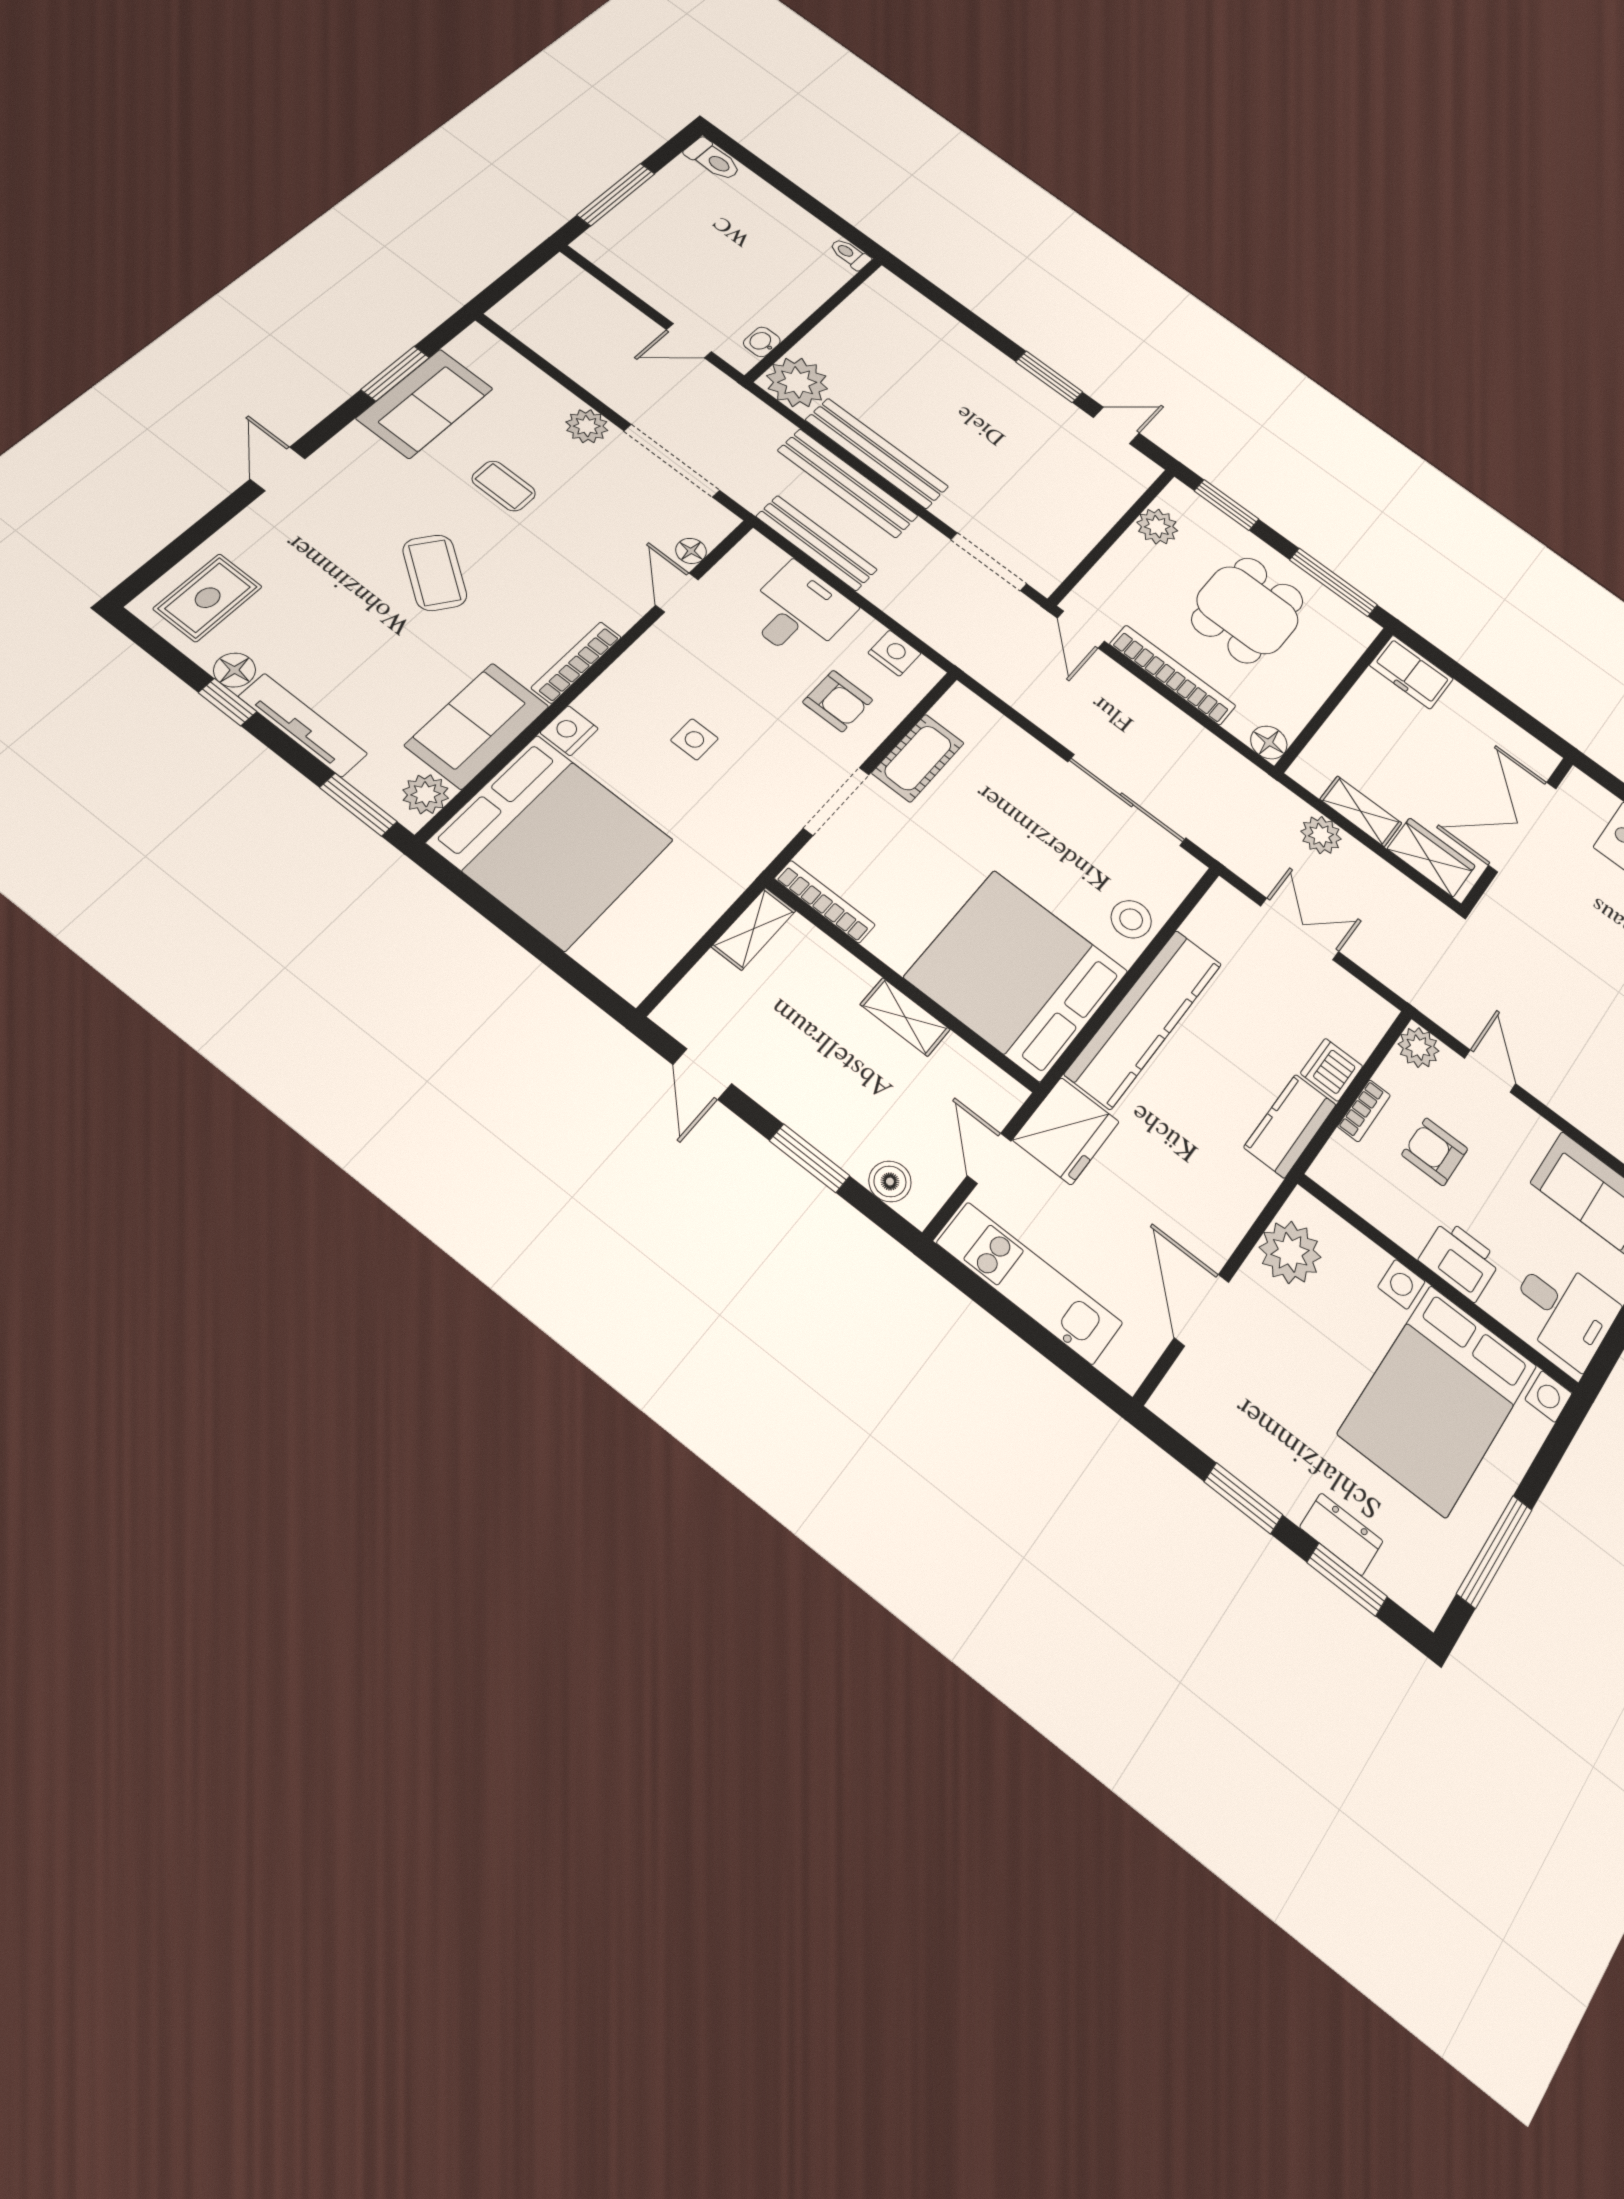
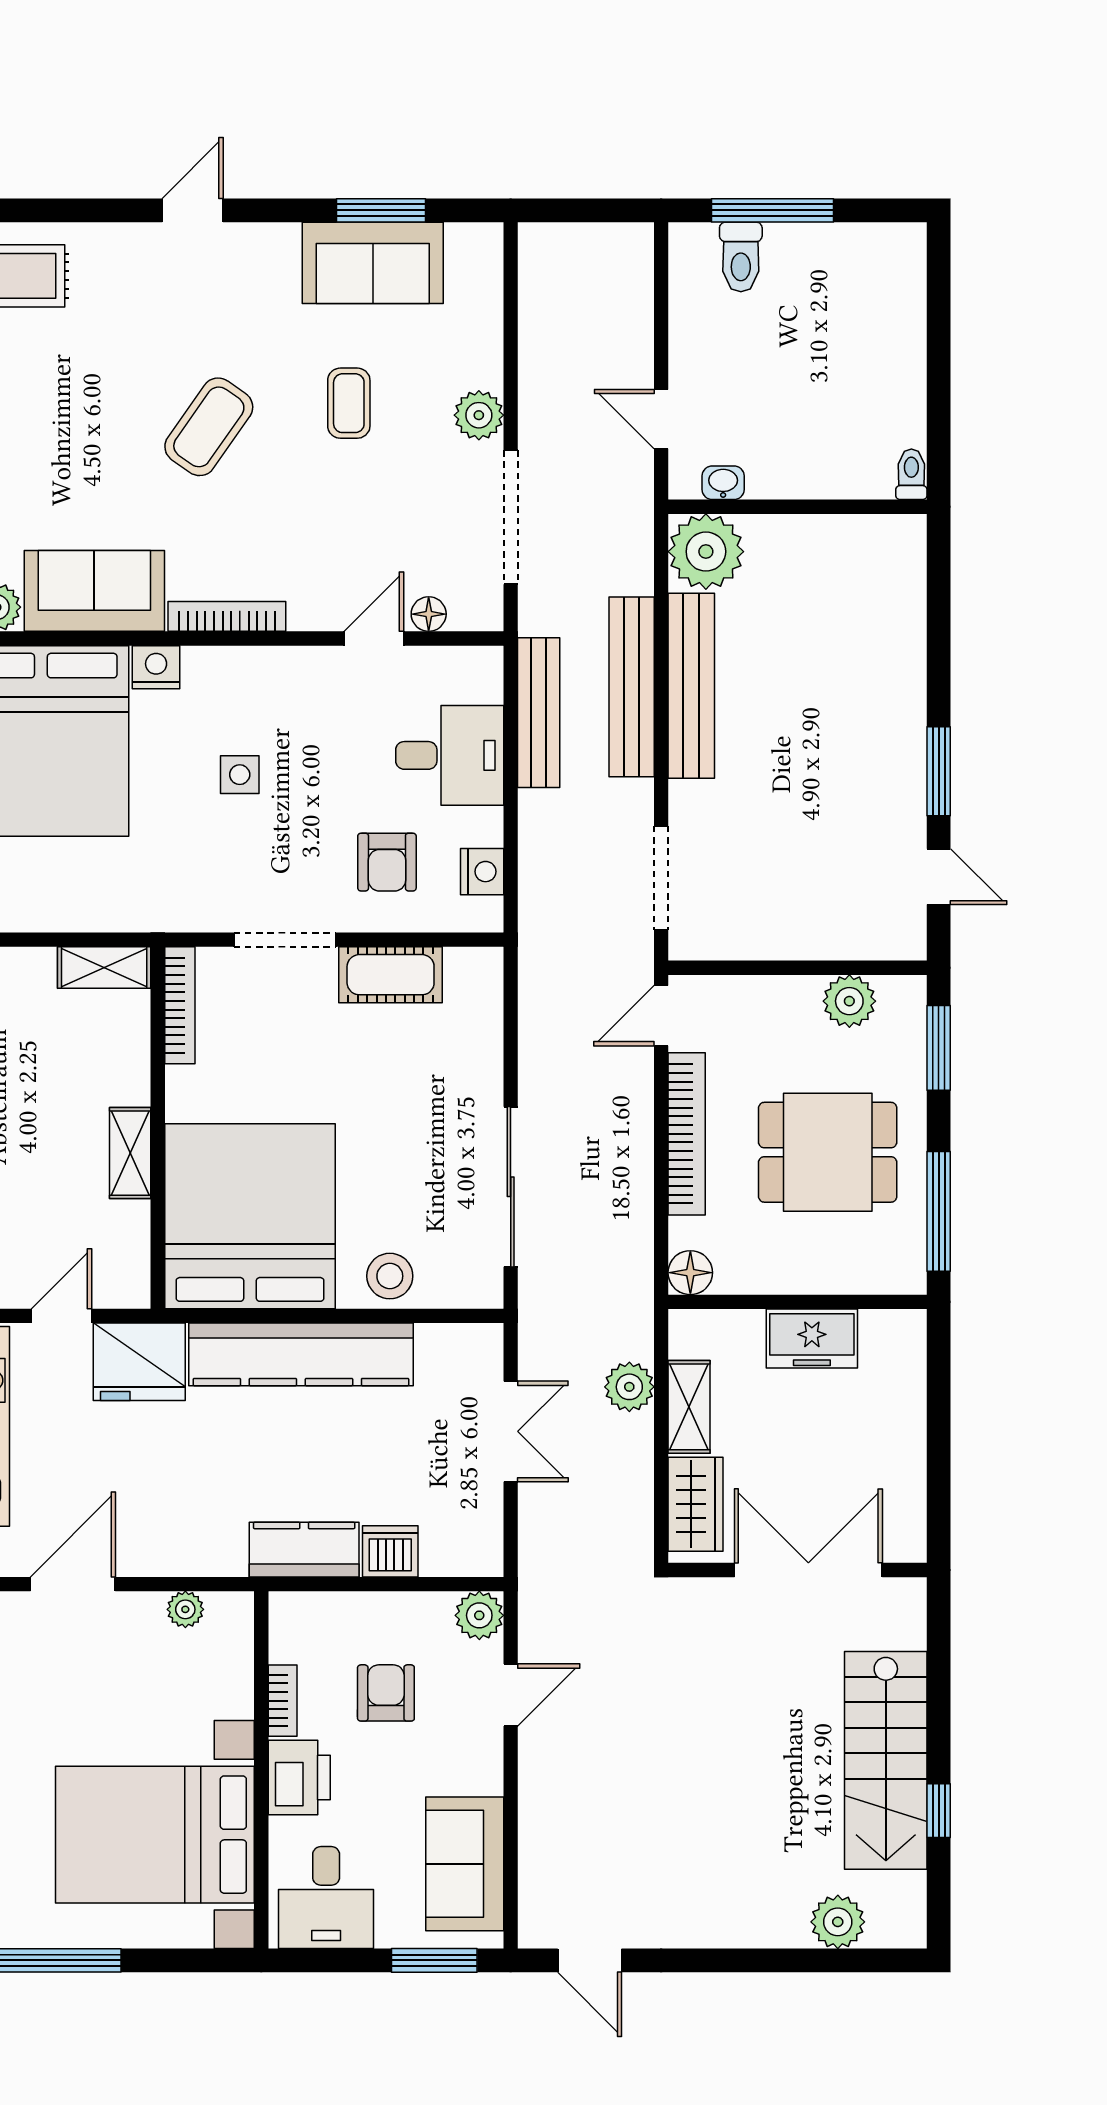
toilet: (713, 159) -> (741, 257), moved
freezer: (1411, 672) -> (812, 1338), moved, turned -90
bookcase: (1364, 1111) -> (283, 1701), moved, turned -90
plant: (1290, 1252) -> (185, 1609), width x0.53, depth x0.53

